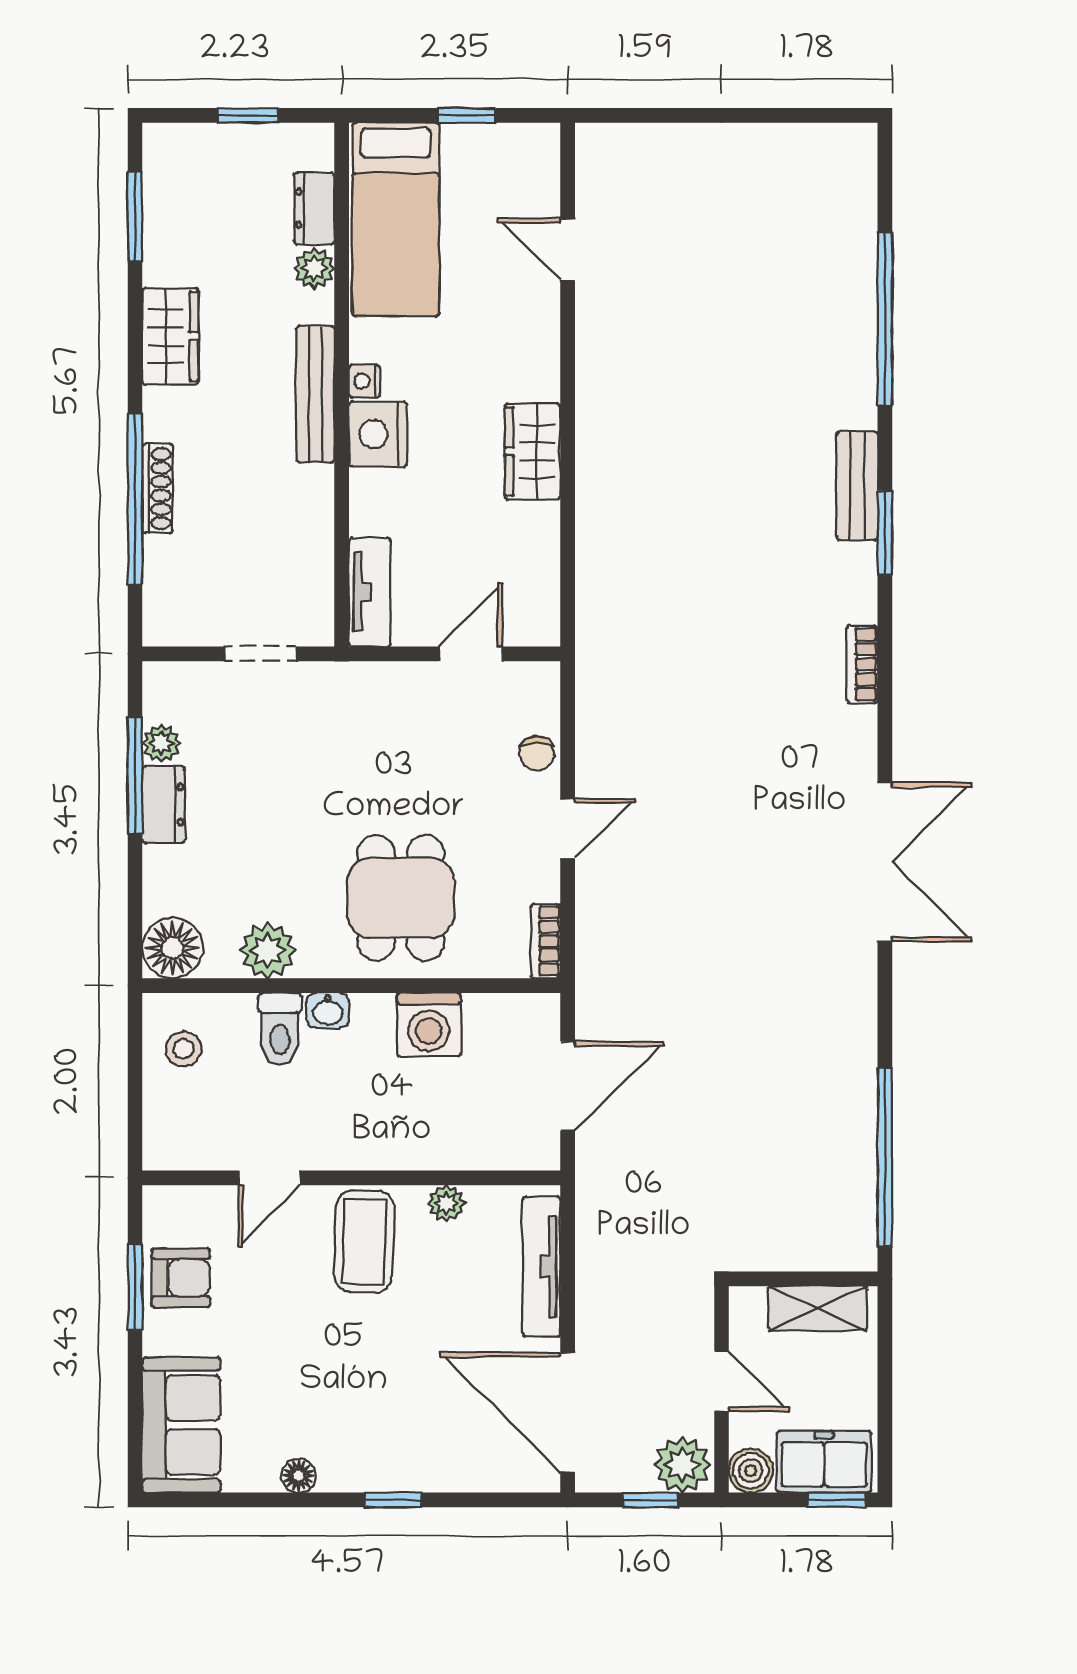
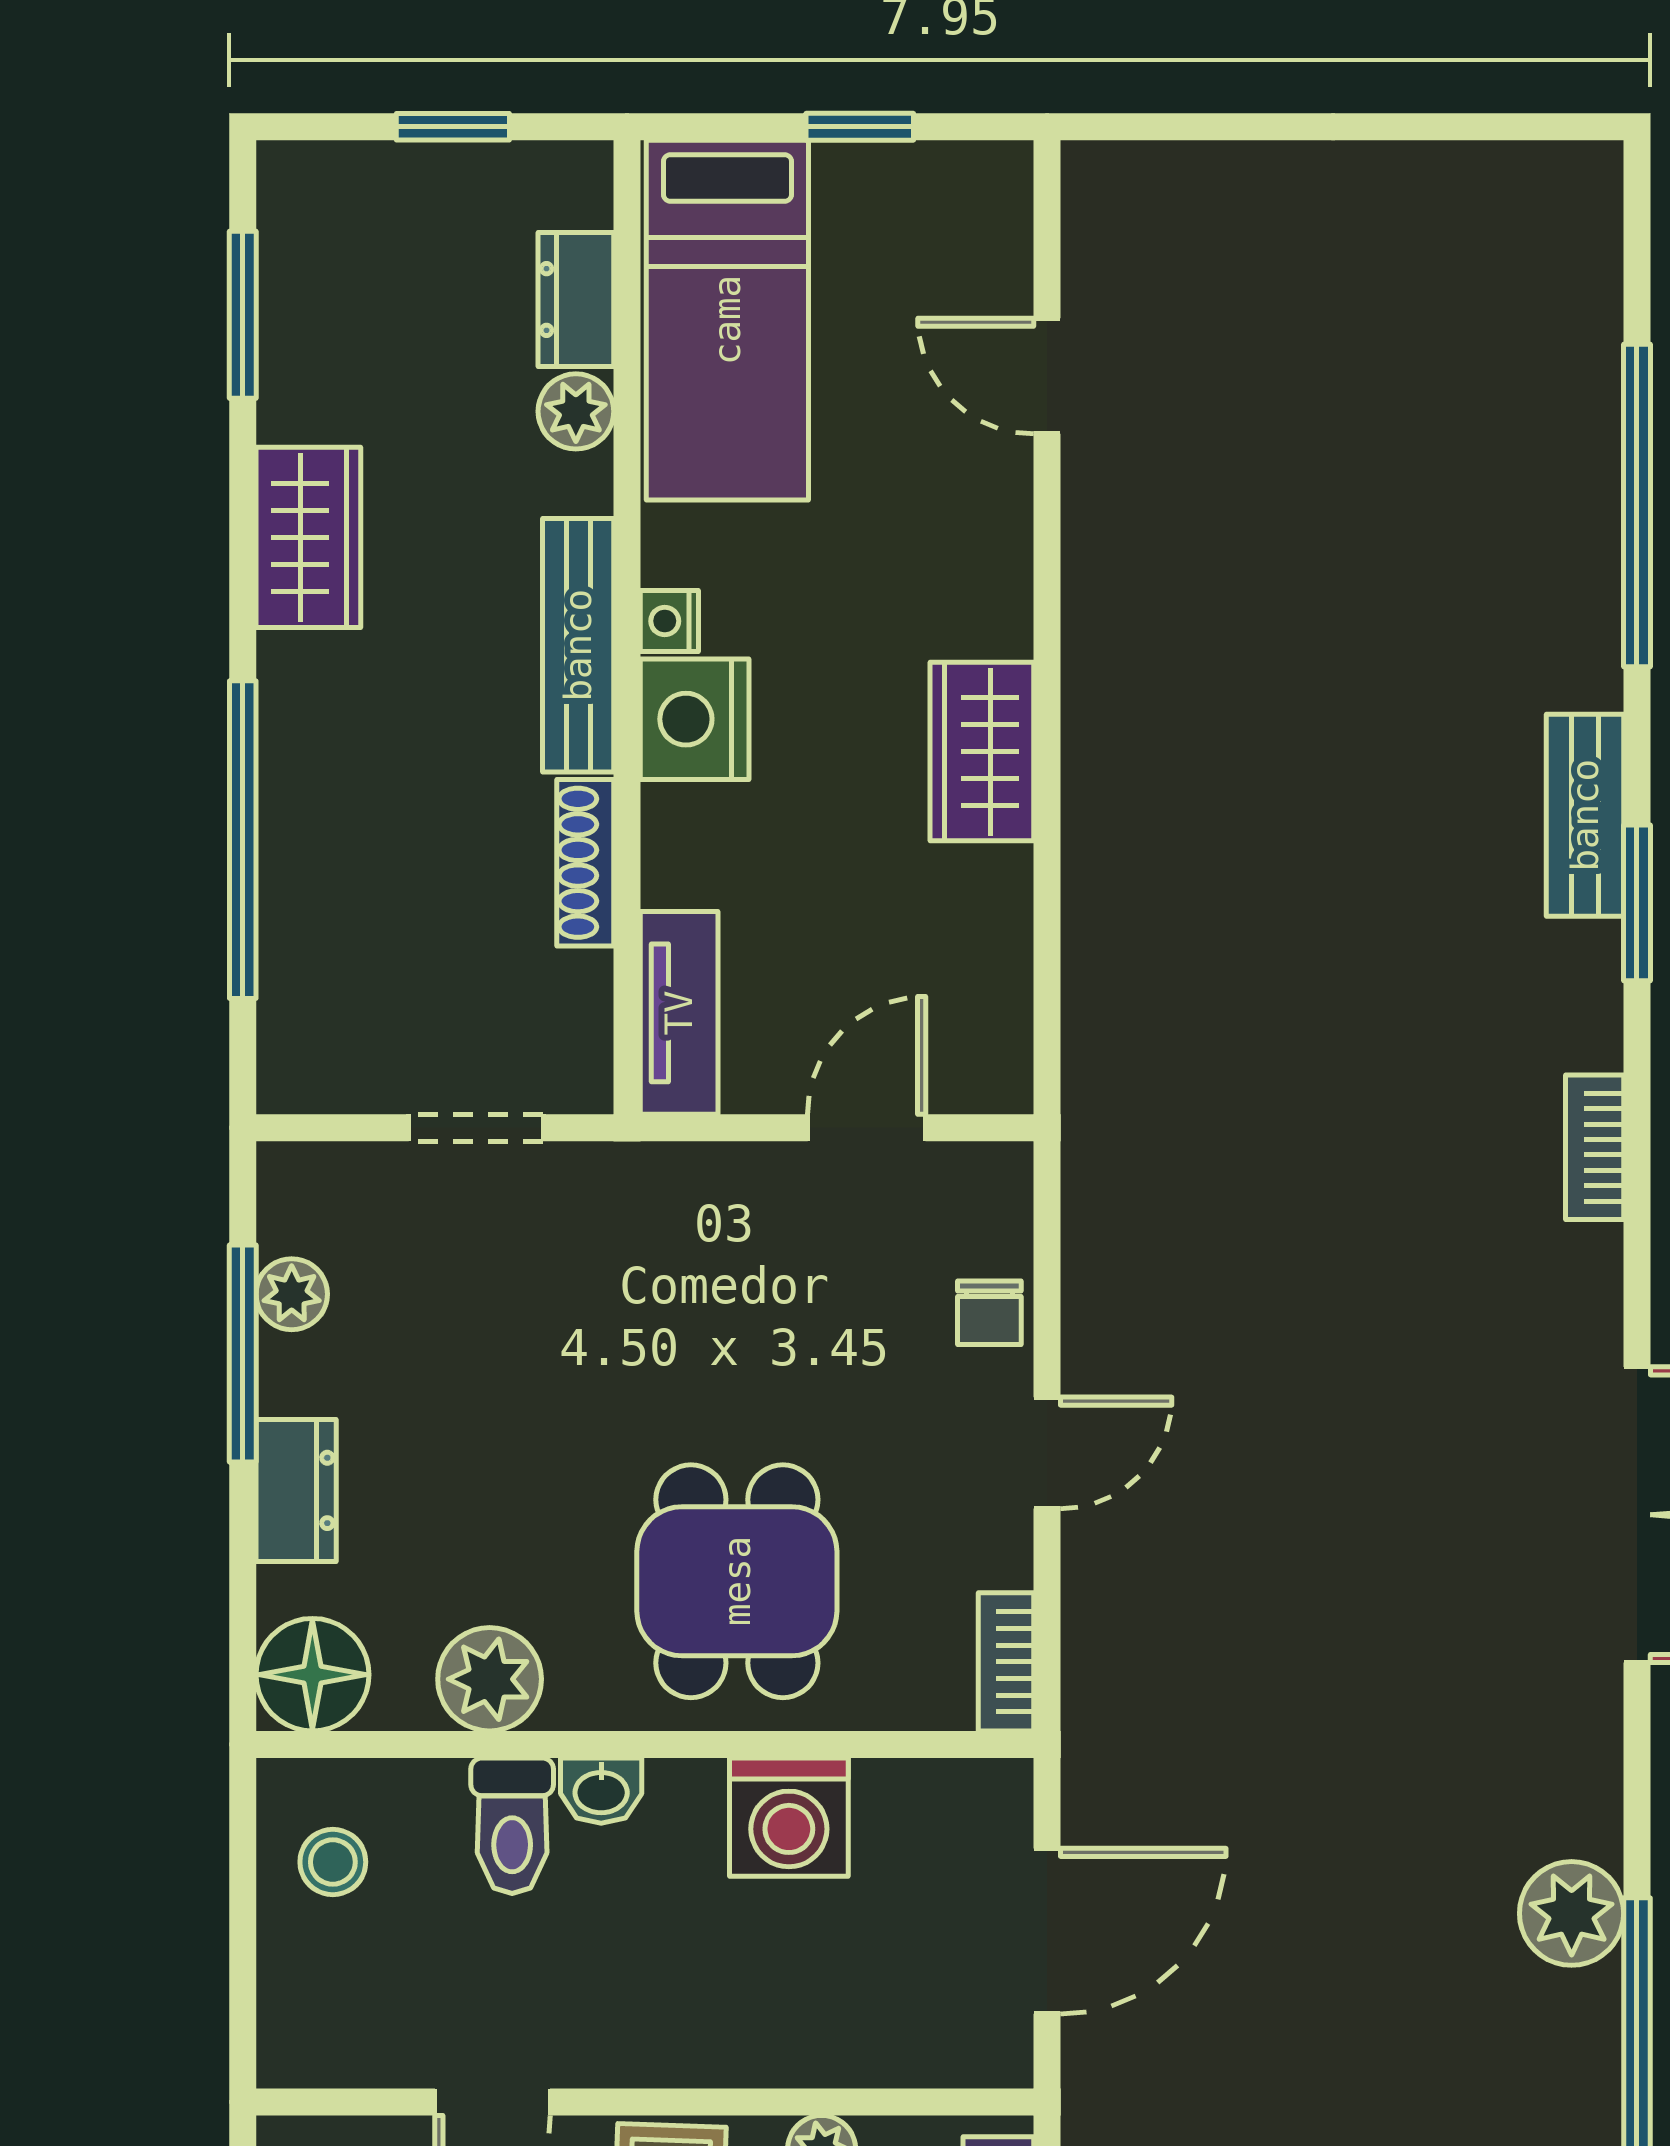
shoe rack: (157, 489) -> (585, 863), moved, turned 180
dresser: (164, 805) -> (296, 1490), moved
plant: (850, 1076) -> (1572, 1913), added

